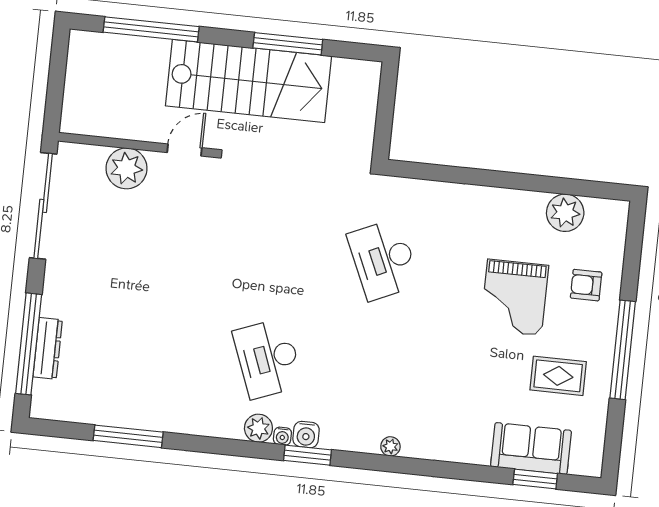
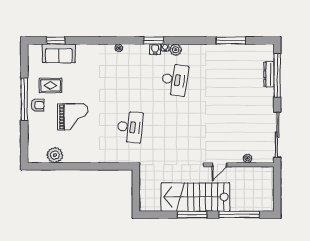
window: (288, 44) -> (192, 215), moved
plant: (127, 168) -> (247, 158), width x0.53, depth x0.53
desk: (384, 260) -> (130, 127), turned 30
armchair: (586, 285) -> (38, 105), moved
grand piano: (515, 297) -> (73, 117), turned 90
desk: (268, 359) -> (175, 80), turned 30

